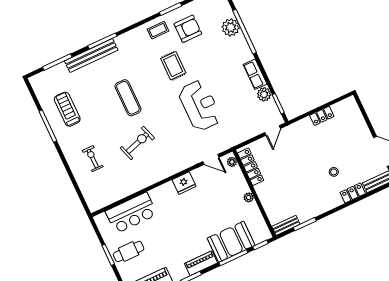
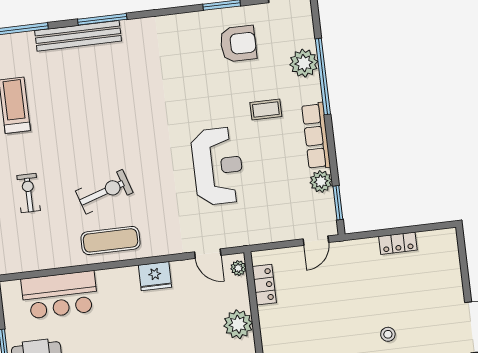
coffee table: (158, 30) -> (266, 109), moved
rug: (173, 66) -> (197, 92), removed
row of seats: (255, 74) -> (316, 136), width x1.48
exercise mat: (128, 98) -> (110, 240), moved, turned 90
locker: (251, 167) -> (264, 285), width x0.66
plant: (249, 197) -> (238, 324), width x1.88, depth x1.88

